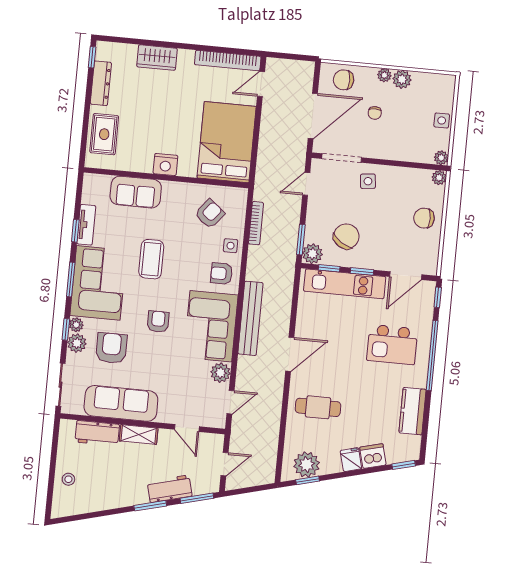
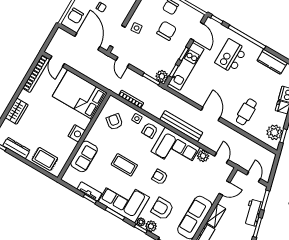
chair: (346, 236) -> (167, 31), moved, turned 57
kitchen island: (392, 345) -> (231, 56), turned 180

